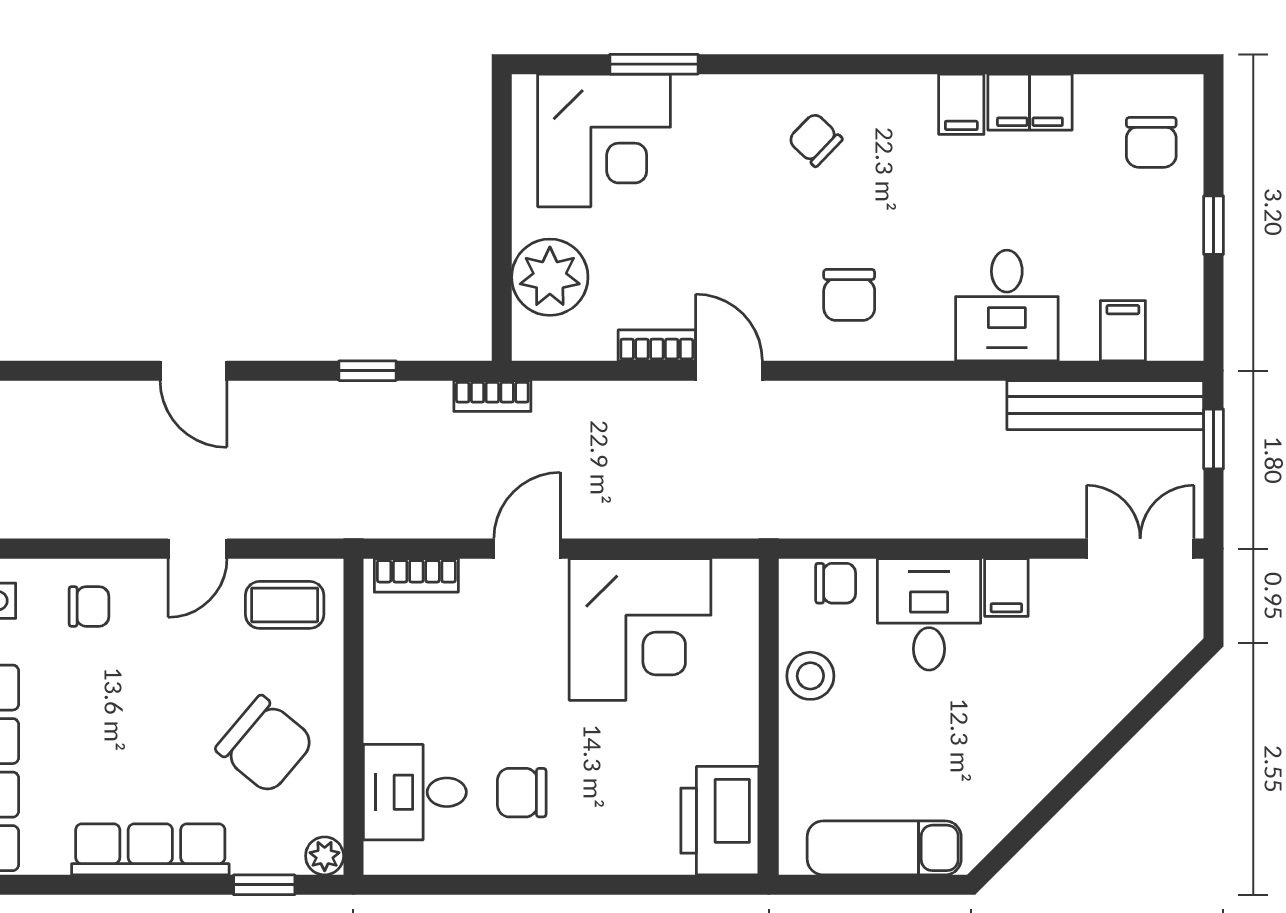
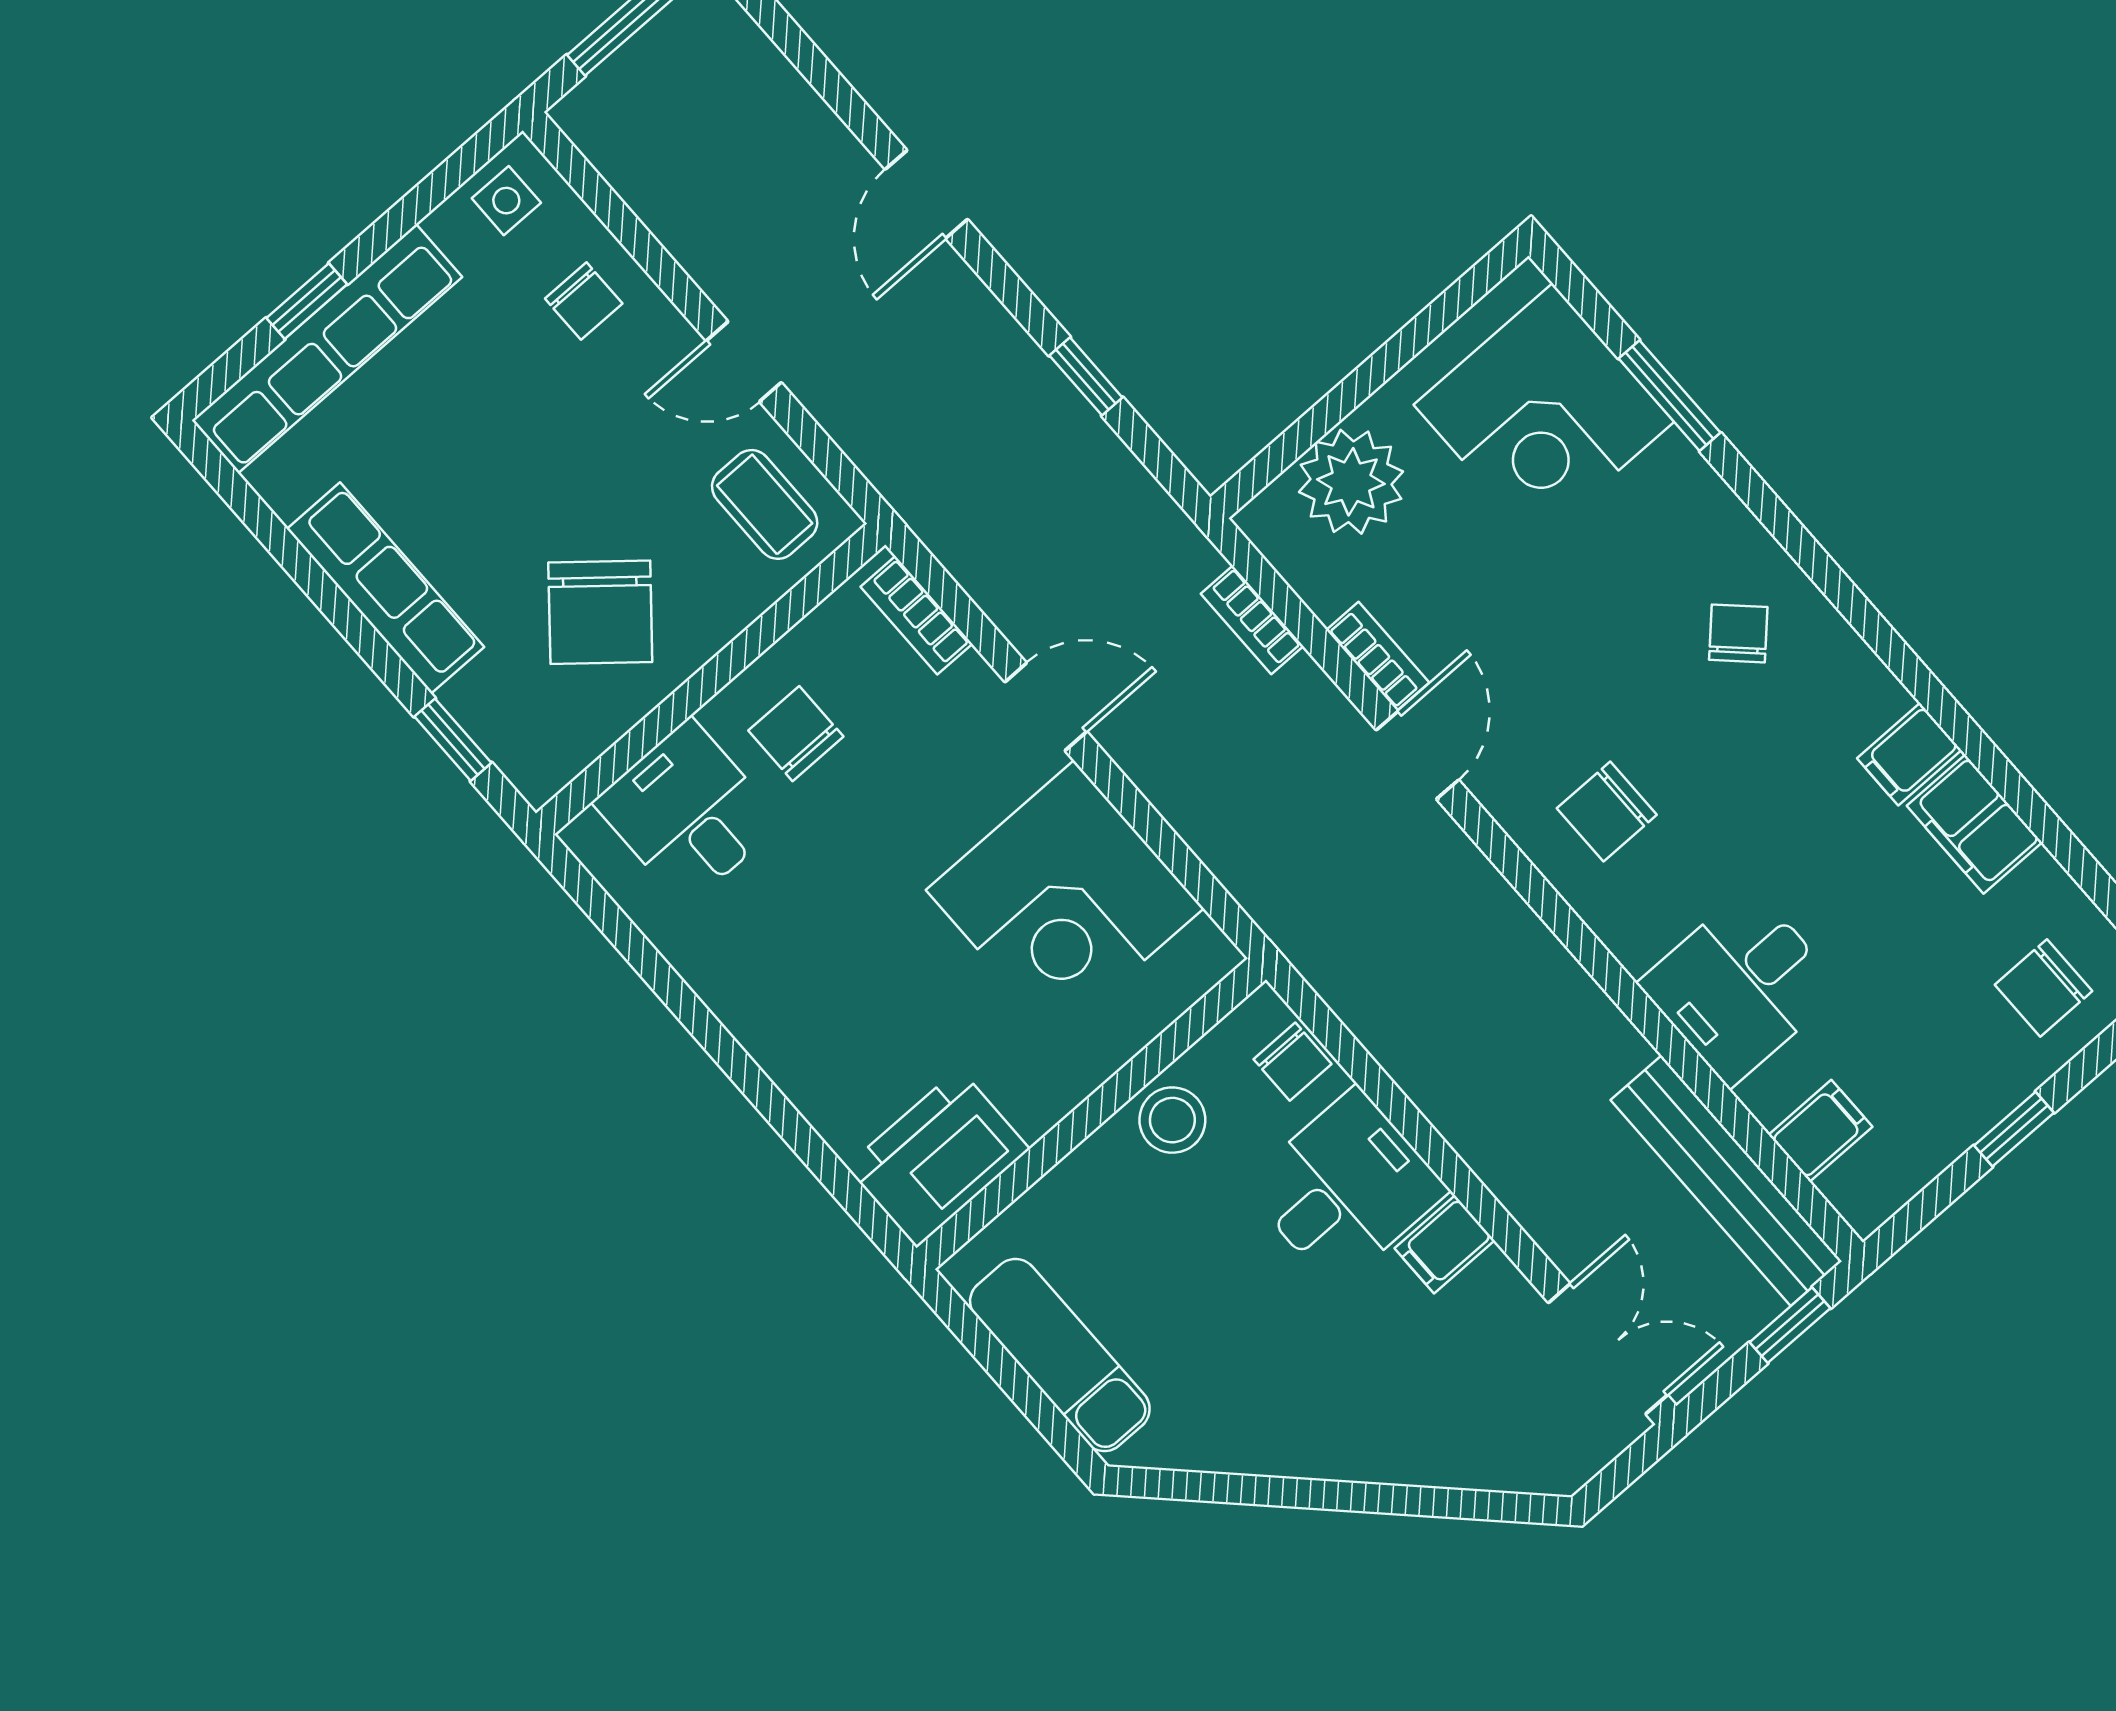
bookcase: (492, 396) -> (1252, 620), moved
chair: (522, 793) -> (796, 734), moved
plant: (325, 856) -> (538, 776), removed

